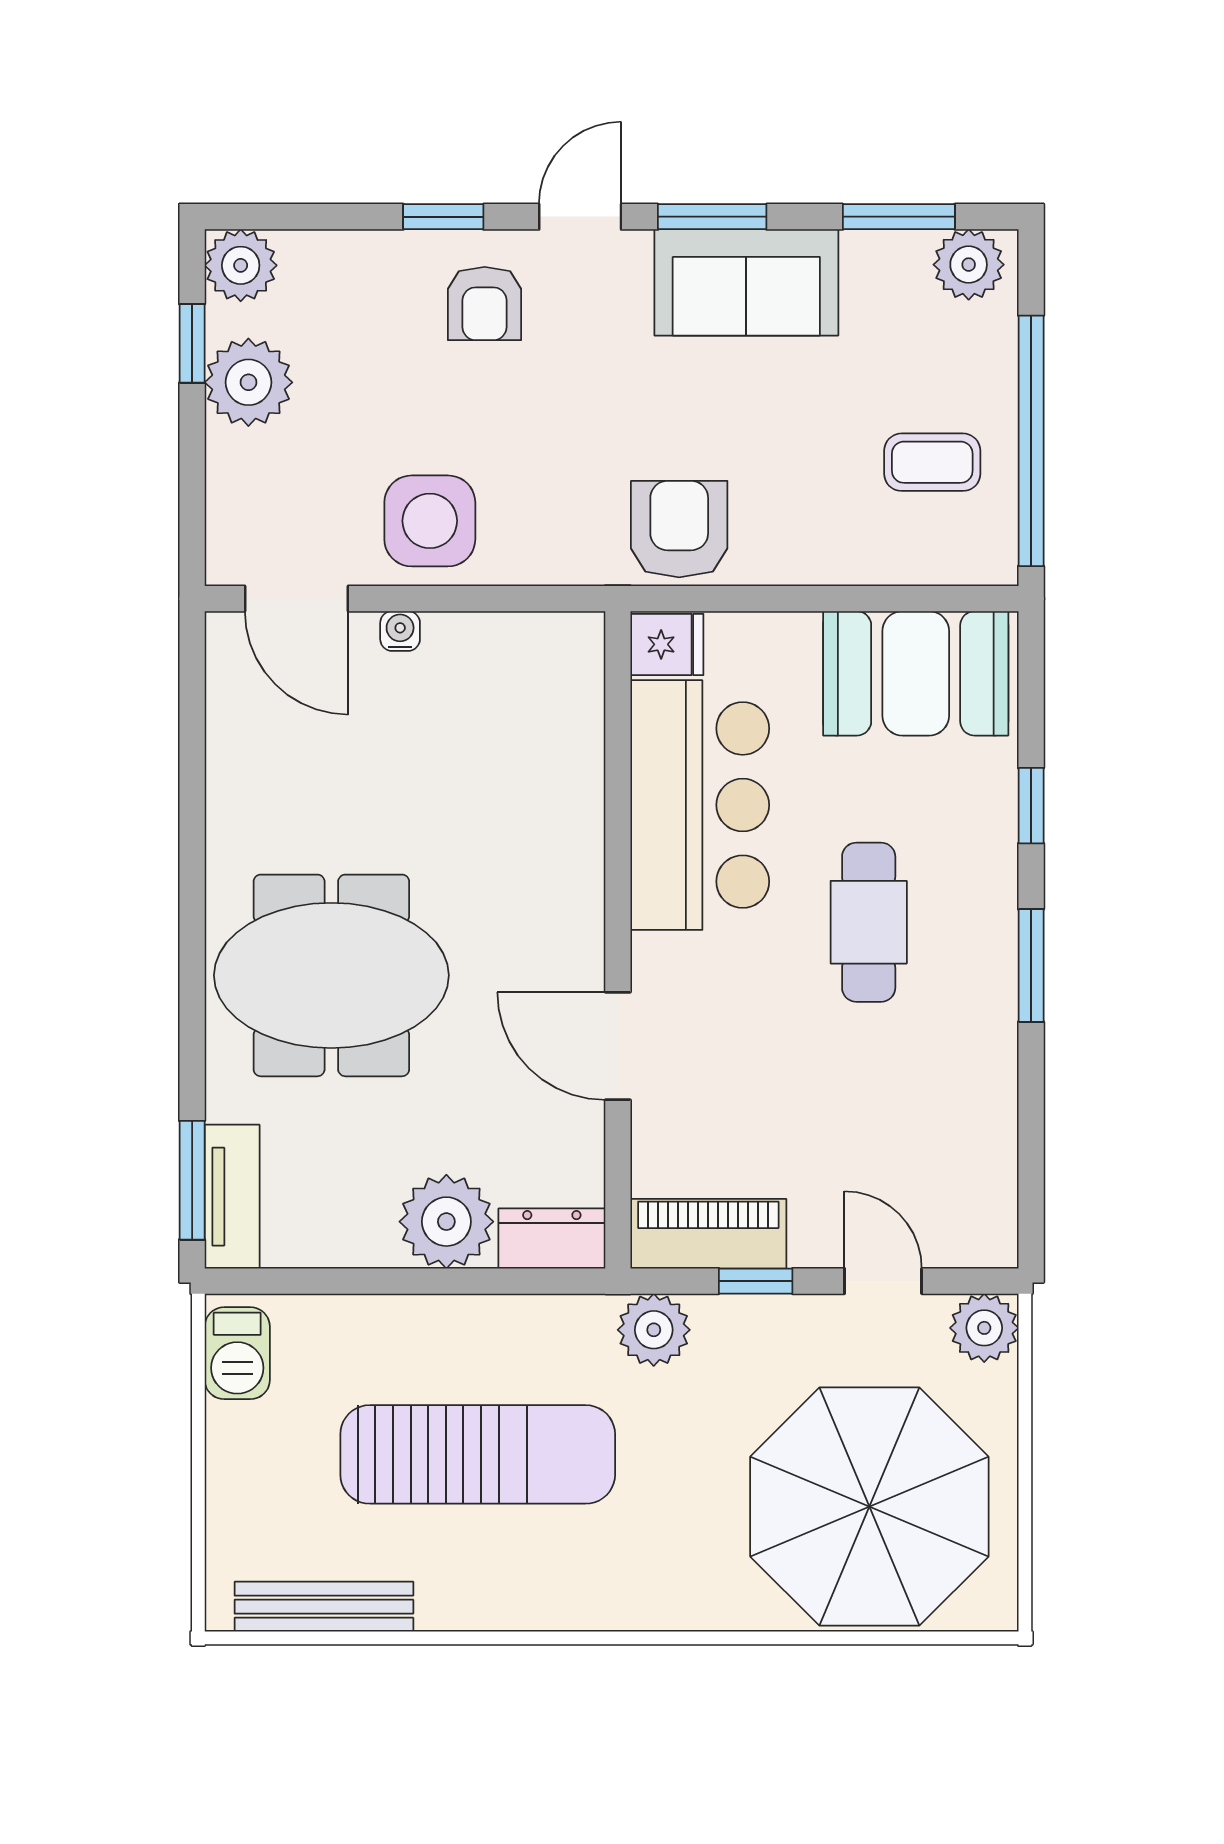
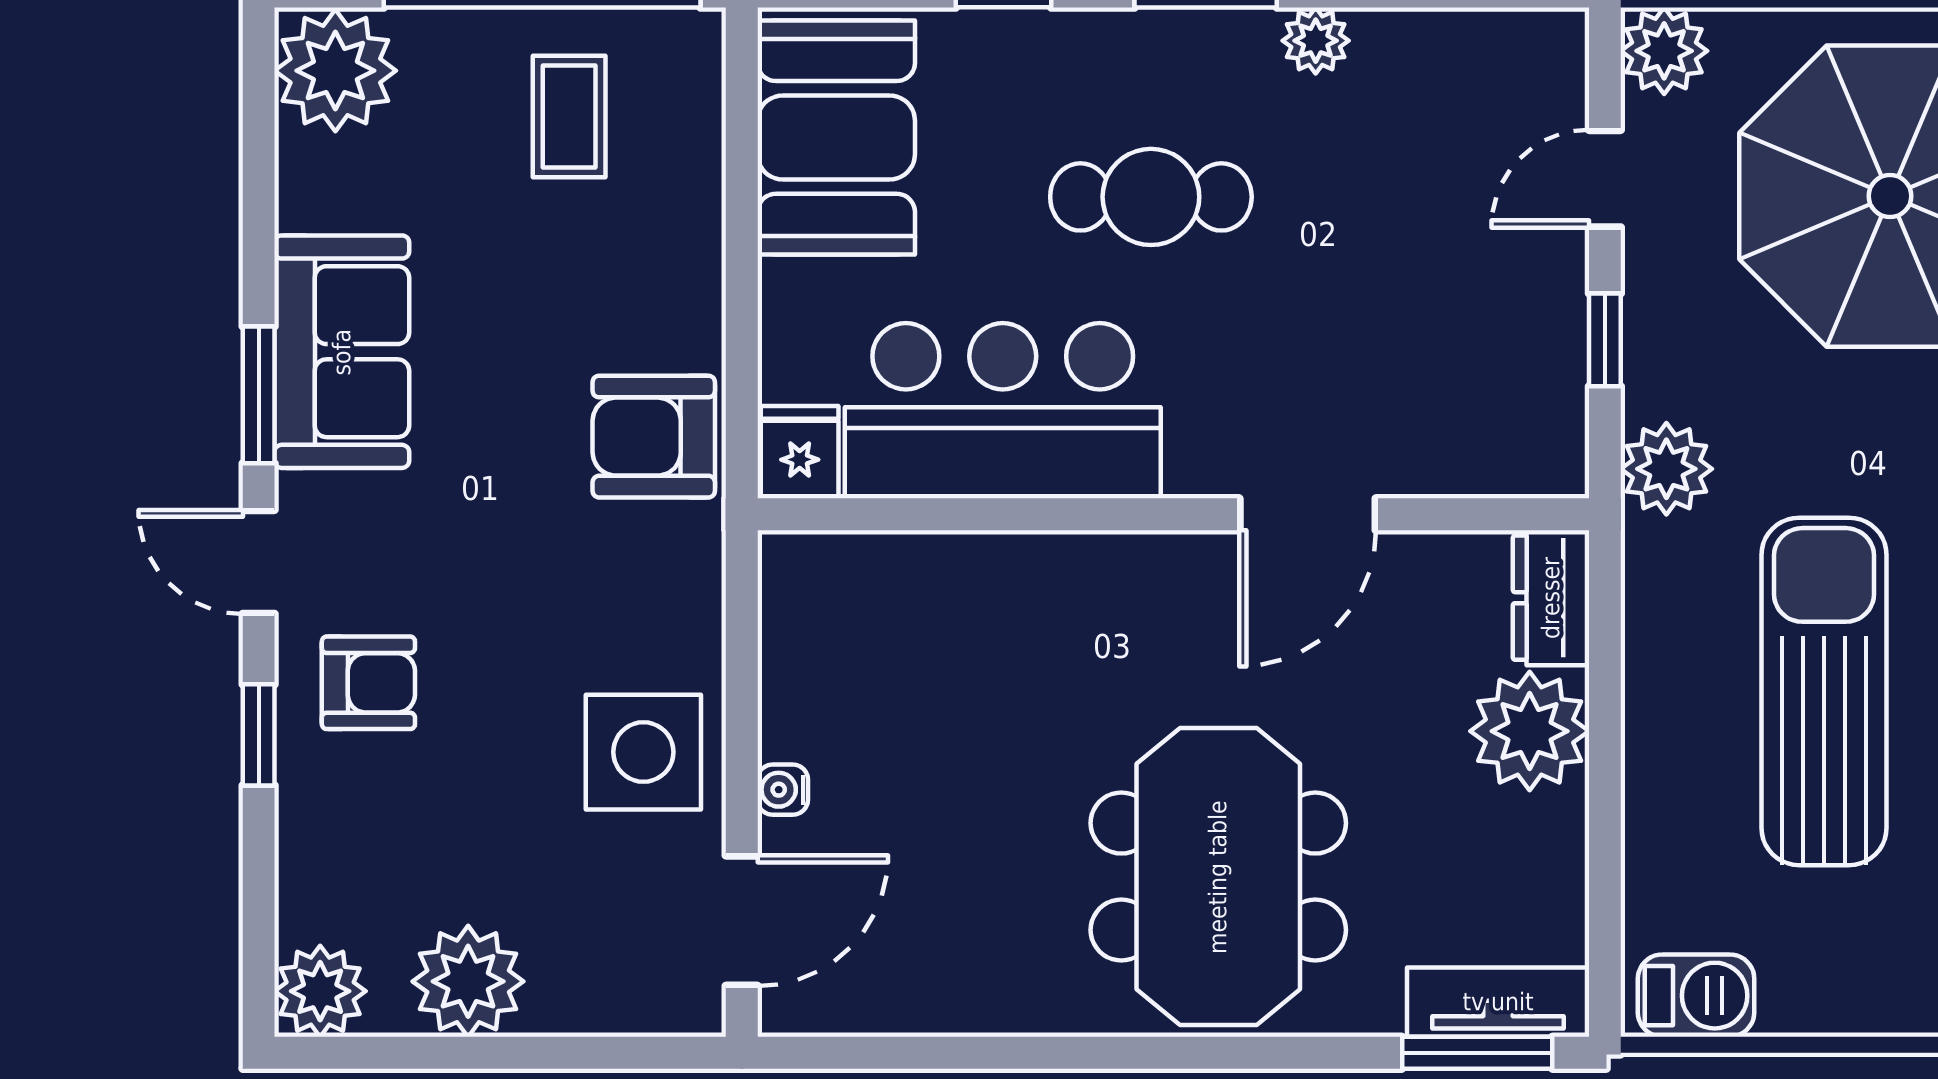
window: (899, 217) -> (259, 159), removed
plant: (969, 265) -> (335, 71), width x1.36, depth x1.36
window: (192, 343) -> (419, 1053), removed
plant: (992, 1052) -> (1316, 41), added
piano: (708, 1234) -> (1545, 400), removed

